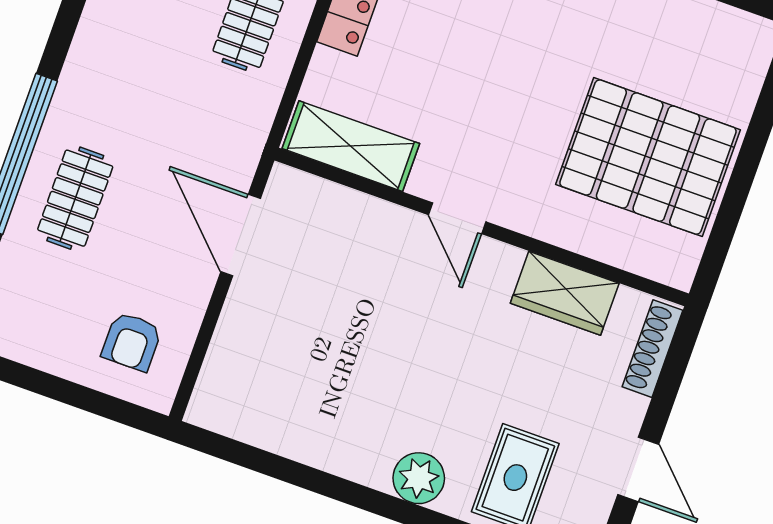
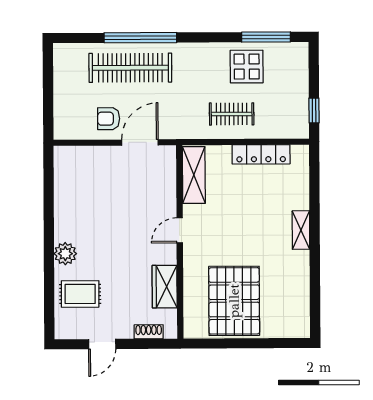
clothes rail: (75, 198) -> (130, 68), width x1.86, depth x1.31
armchair: (132, 342) -> (109, 119), moved
shoe rack: (653, 349) -> (149, 332), width x0.70

